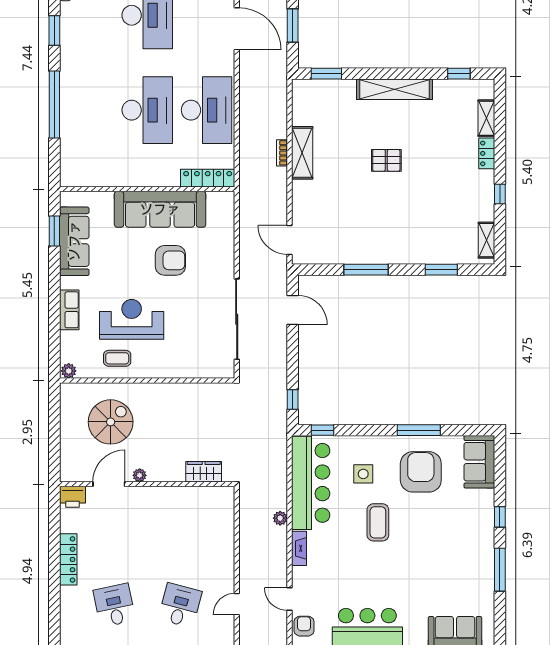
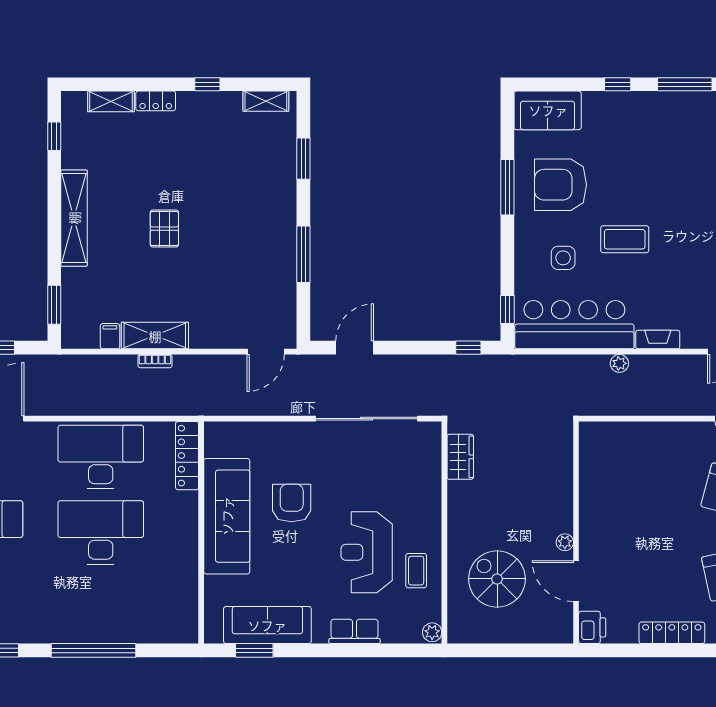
filing cabinet: (302, 117) -> (110, 336), added
wardrobe: (204, 472) -> (460, 457), moved, turned 180

